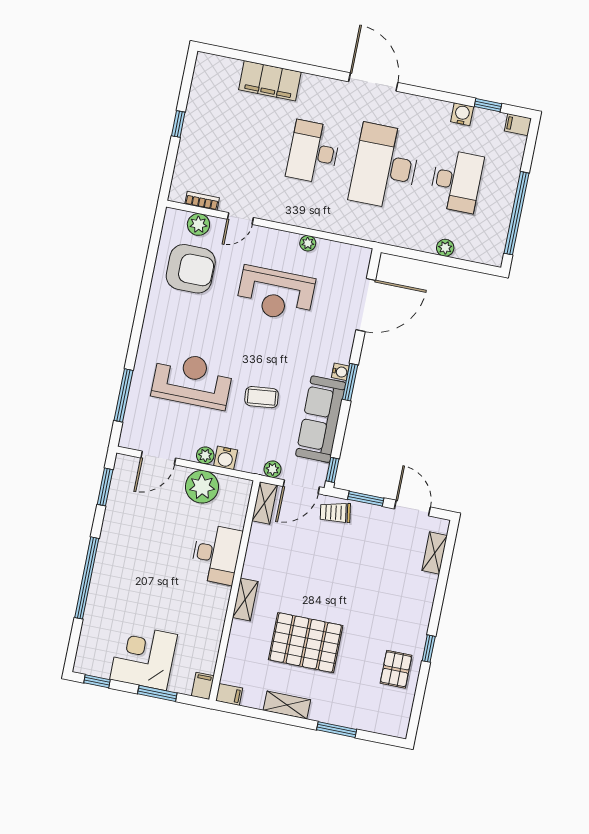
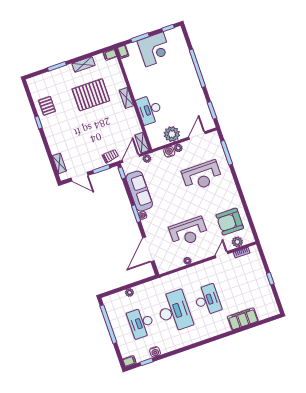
door: (373, 82) -> (200, 344), removed
reception desk: (276, 294) -> (188, 232), turned 180
coffee table: (262, 397) -> (169, 186), removed

